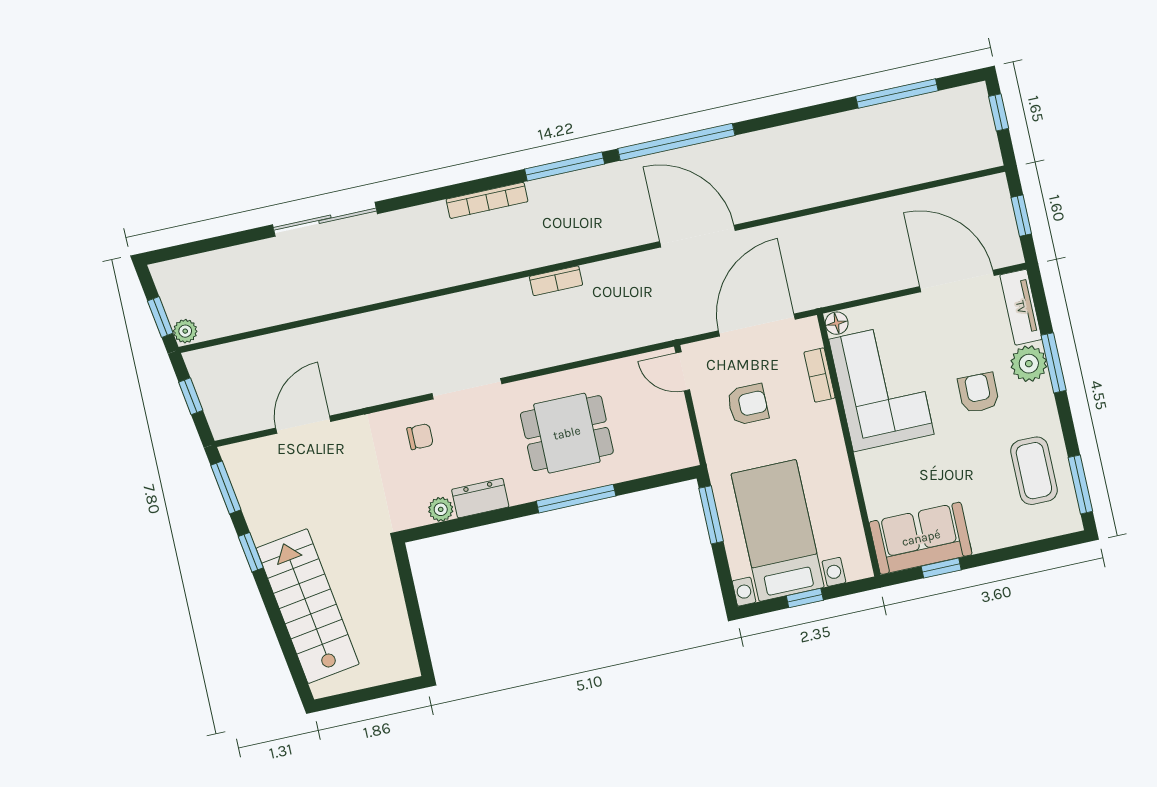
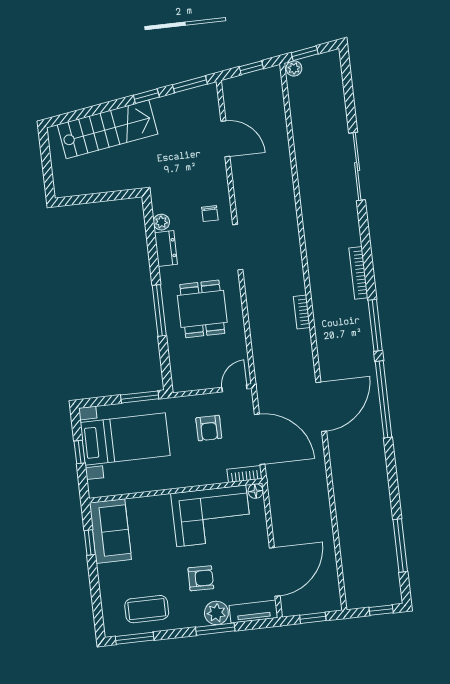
bookcase: (819, 375) -> (245, 474), moved

